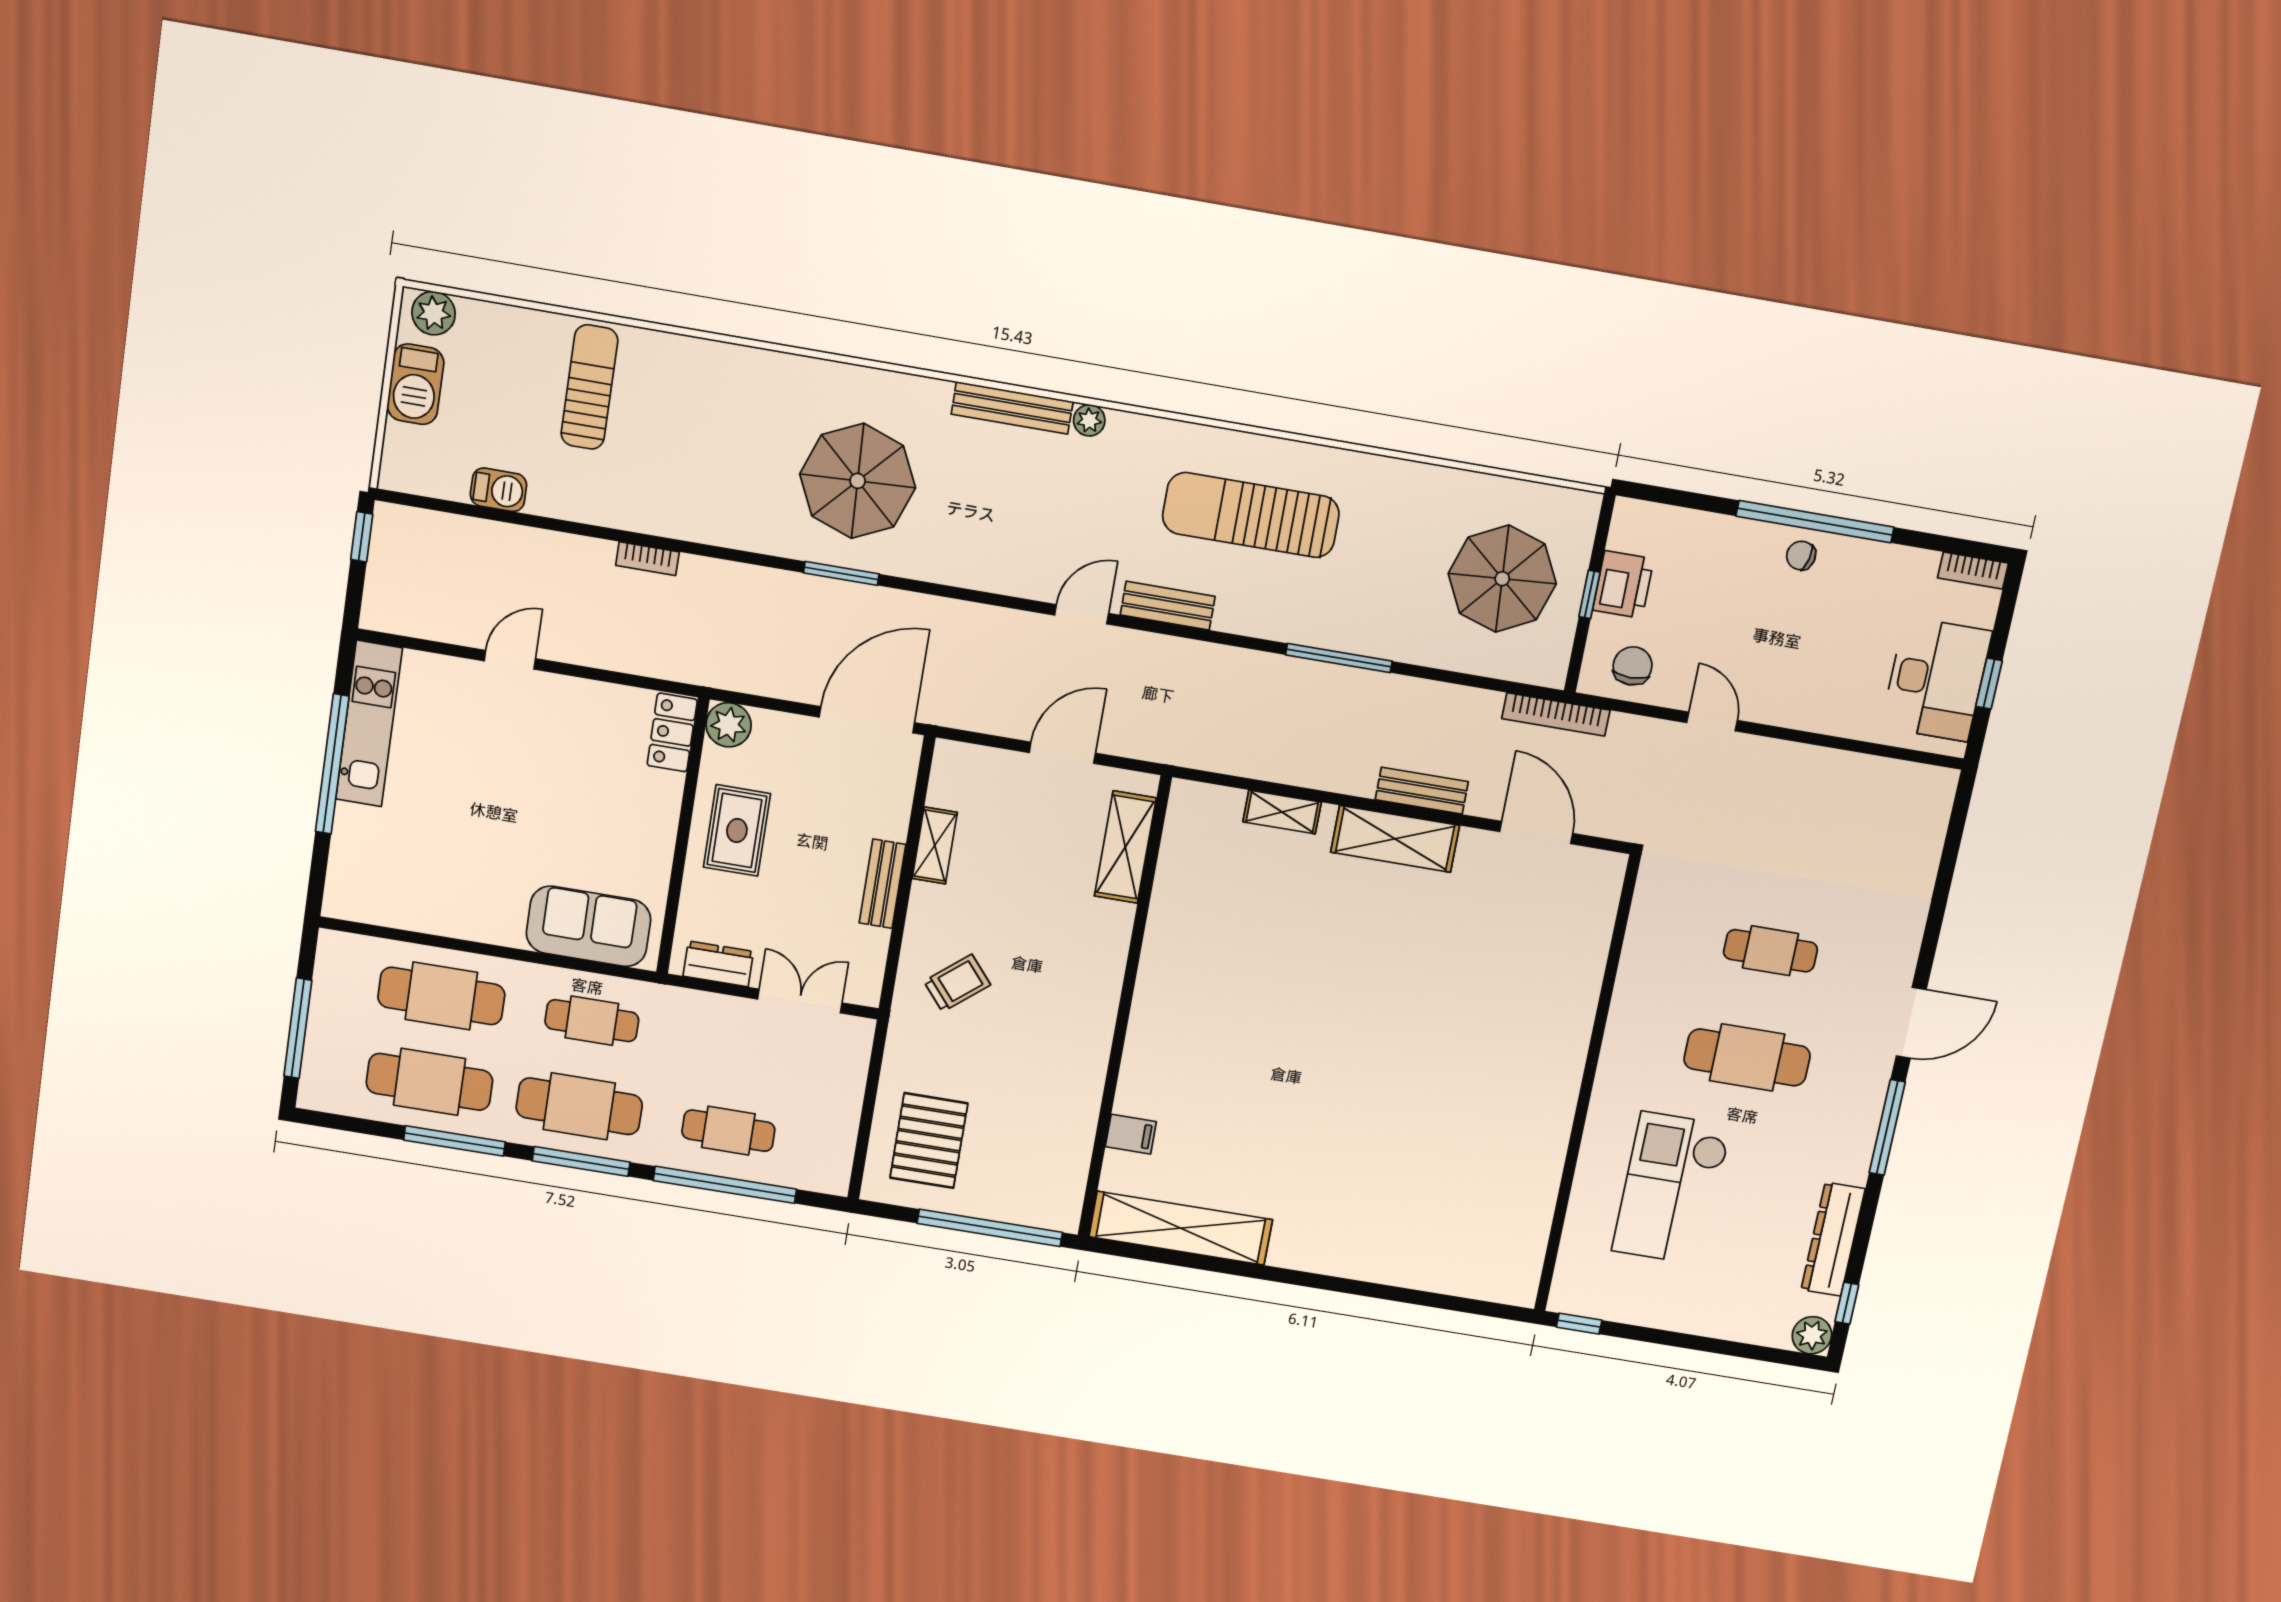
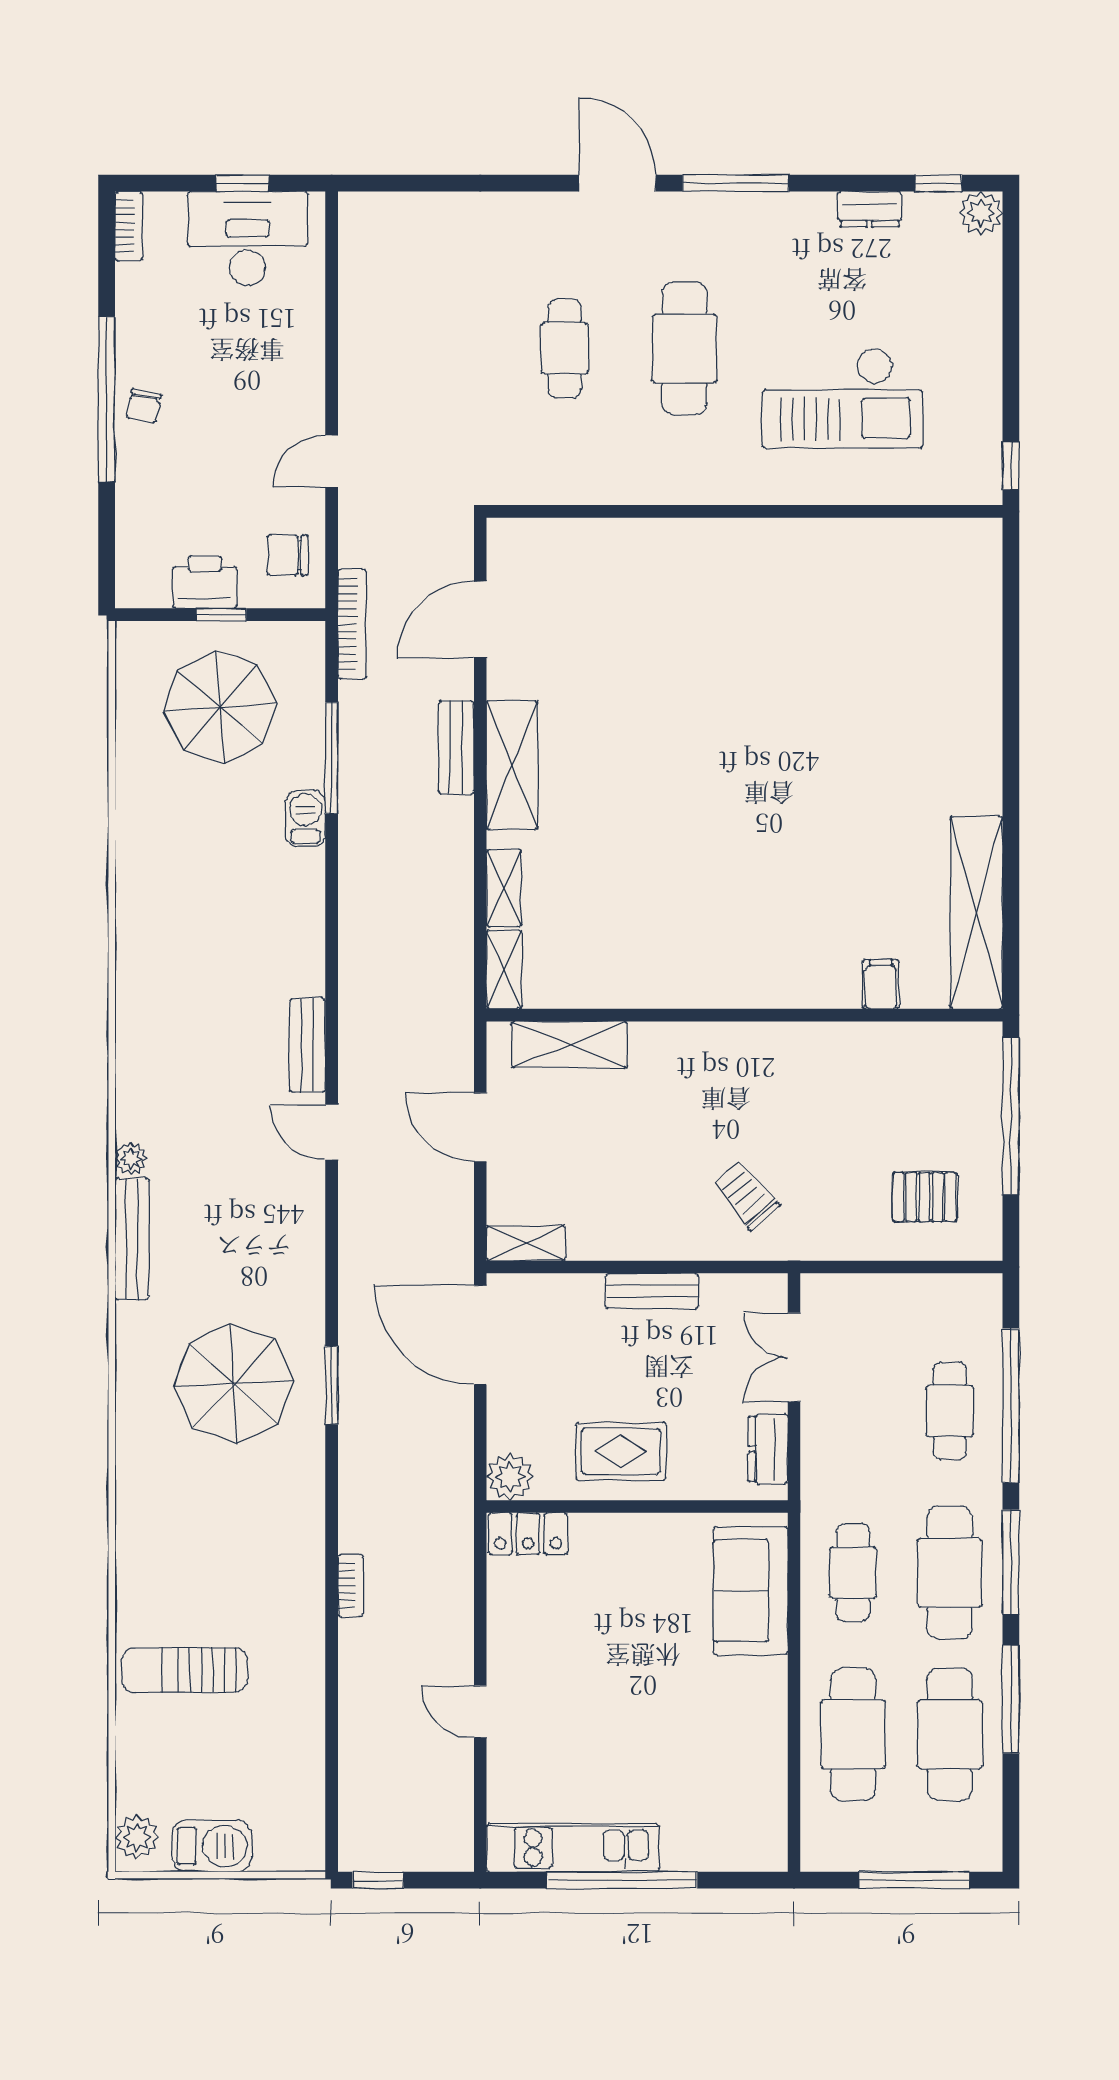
barbecue: (498, 490) -> (305, 819), moved
sun lounger: (1251, 515) -> (199, 977), removed
window: (1339, 658) -> (332, 758), moved
shelving: (1206, 800) -> (504, 970), added
shelving: (935, 845) -> (526, 1243), moved
pallet: (929, 1141) -> (925, 1197), width x0.67, depth x0.71
dresser: (1833, 1239) -> (870, 209), width x0.51, depth x0.80

